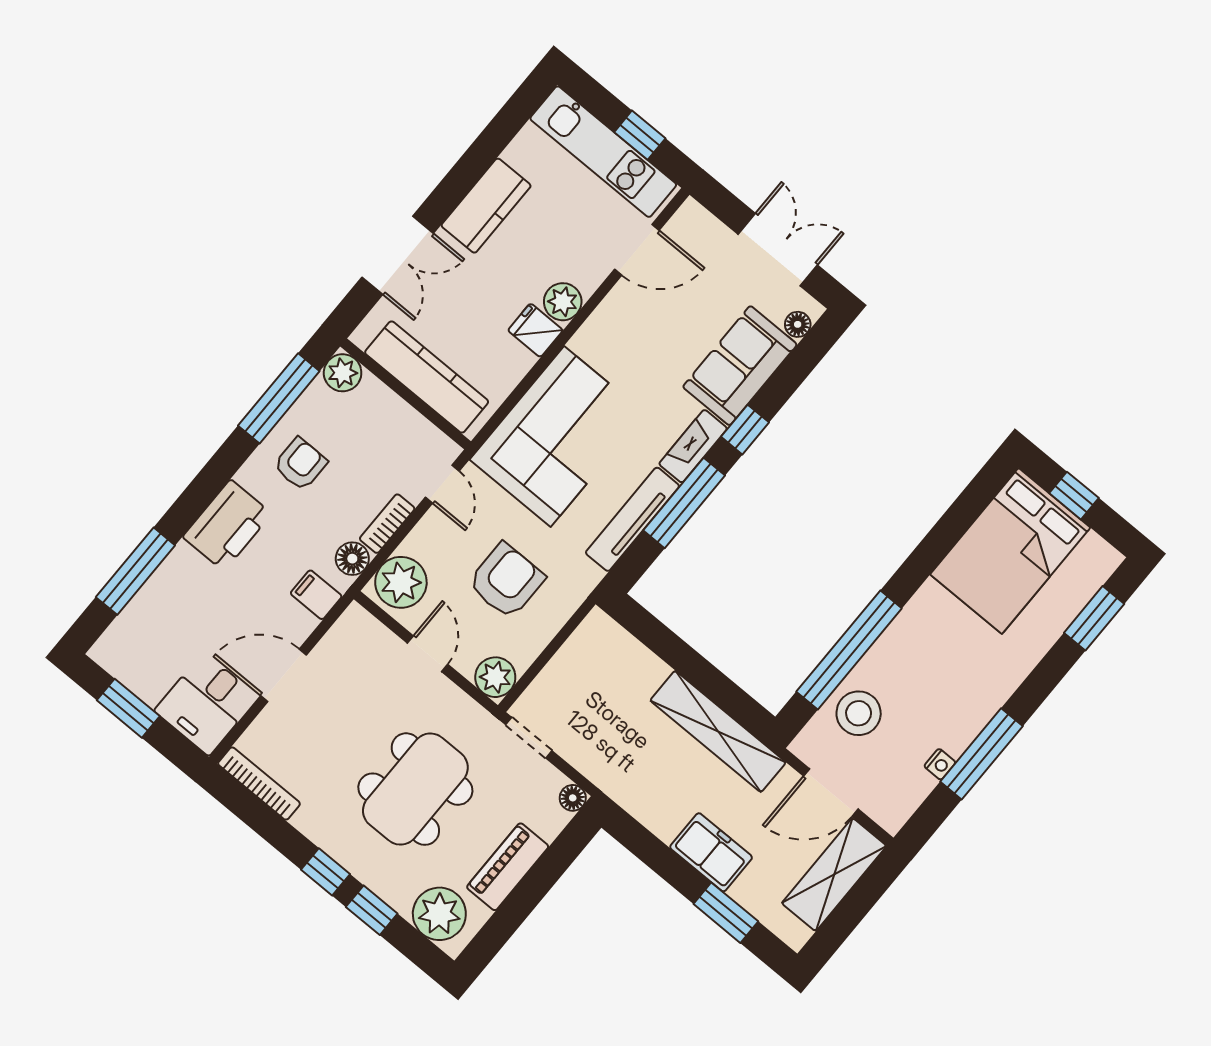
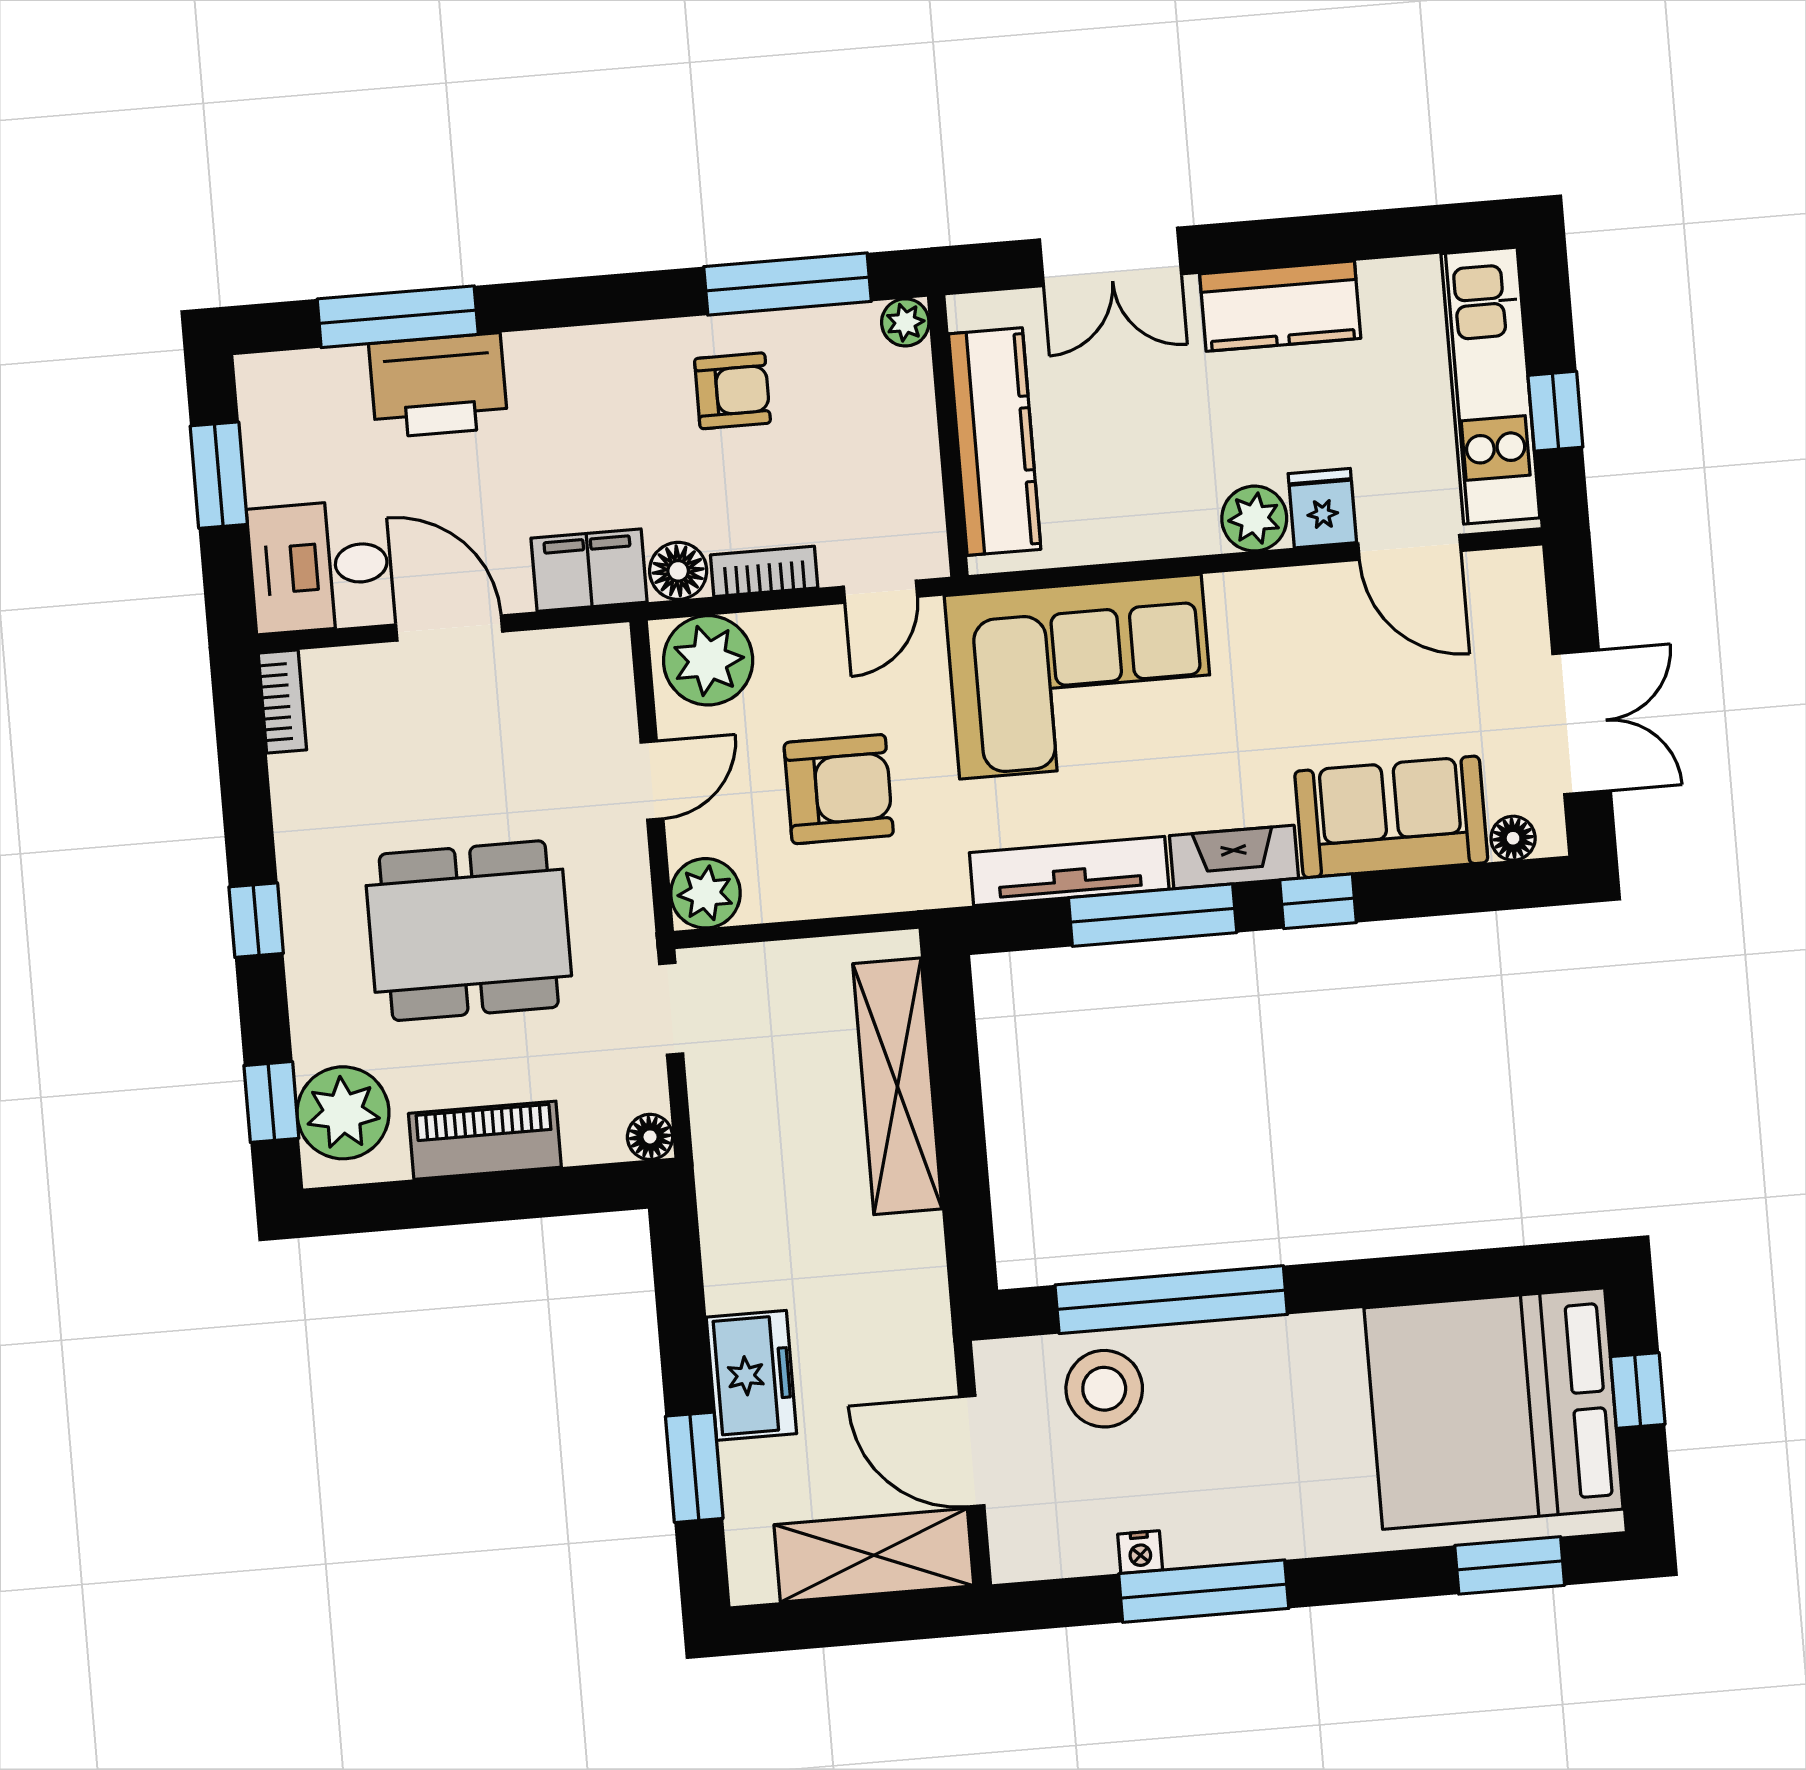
fridge: (535, 330) -> (1322, 508), moved
plant: (343, 373) -> (905, 322), width x0.73, depth x0.73
printer: (227, 525) -> (438, 386), moved
bed: (1010, 551) -> (1494, 1409), width x1.36
filing cabinet: (316, 595) -> (589, 570), width x2.00
shelving: (718, 731) -> (897, 1086), moved
bookcase: (259, 784) -> (282, 702), width x0.64
window: (372, 910) -> (271, 1102), moved

